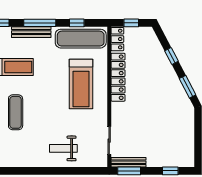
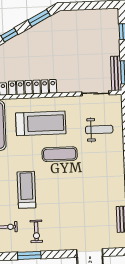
exercise mat: (16, 112) -> (60, 154), moved
weight bench: (63, 148) -> (99, 130), moved, turned -90

